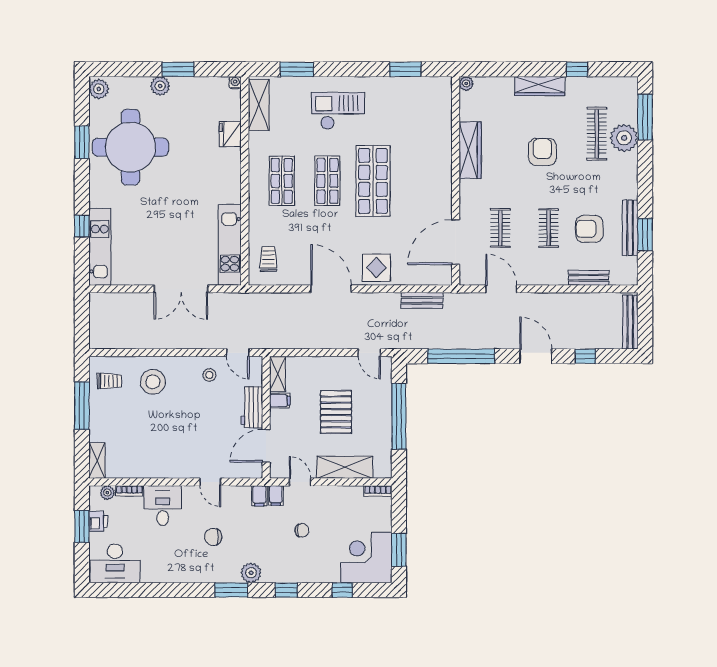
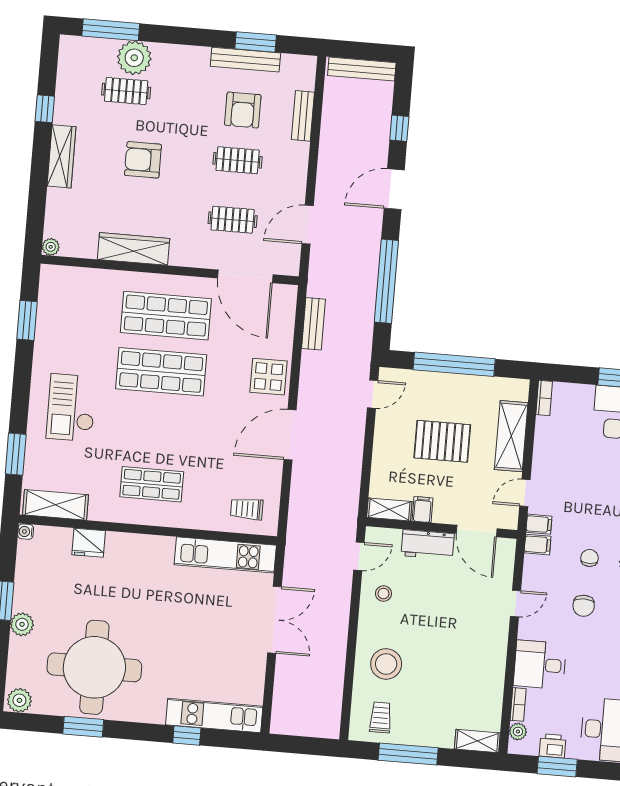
clothes rail: (597, 134) -> (126, 91), width x0.73
shop shelf: (327, 181) -> (166, 316), moved, width x1.43, depth x1.36
chair: (302, 530) -> (589, 558), moved

